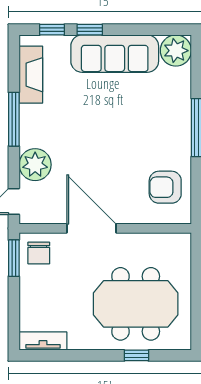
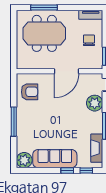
door: (92, 228) -> (66, 71), hinge flipped
chair: (39, 253) -> (89, 40), moved
window: (136, 355) -> (44, 8), width x2.17

